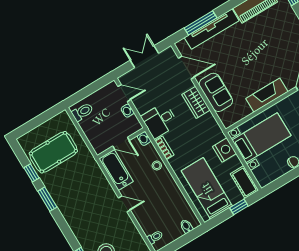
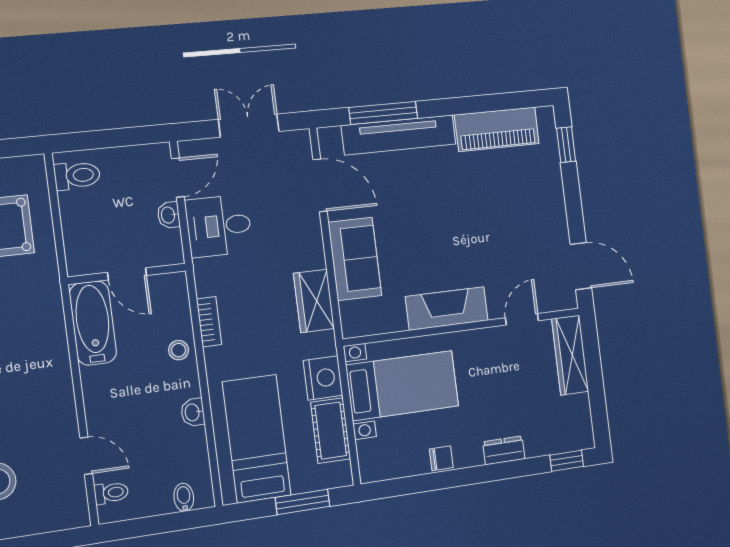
door: (124, 93) -> (178, 178), hinge flipped
wardrobe: (196, 102) -> (314, 301), moved
desk: (160, 121) -> (219, 226), moved
washbasin: (144, 139) -> (193, 412), moved
cot: (244, 182) -> (331, 431), moved
door: (124, 204) -> (86, 456), moved
window: (239, 207) -> (303, 502), width x1.50

